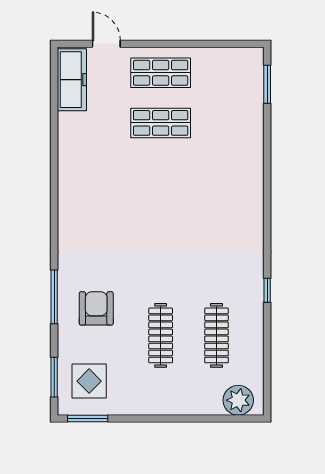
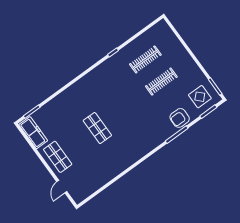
freezer: (72, 80) -> (33, 133), moved, turned 90
shop shelf: (161, 123) -> (97, 128), moved
armchair: (96, 308) -> (180, 118), moved
plant: (238, 400) -> (165, 32), removed

